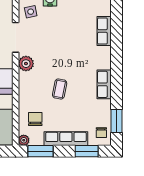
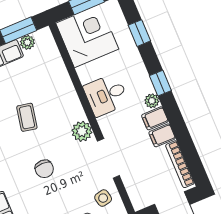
chair: (35, 119) -> (44, 169), moved
plant: (24, 140) -> (27, 42), moved

